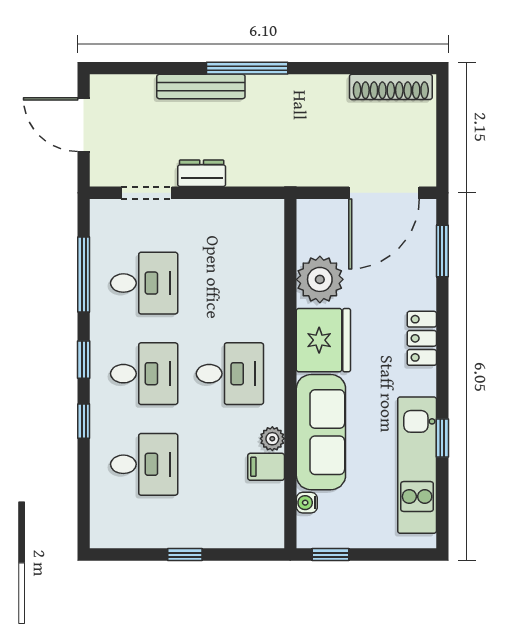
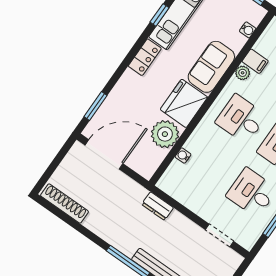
dresser: (202, 173) -> (158, 206), moved
water cooler: (274, 267) -> (183, 156), added
locker: (422, 338) -> (145, 57), moved
sofa: (321, 432) -> (211, 67), width x0.73

